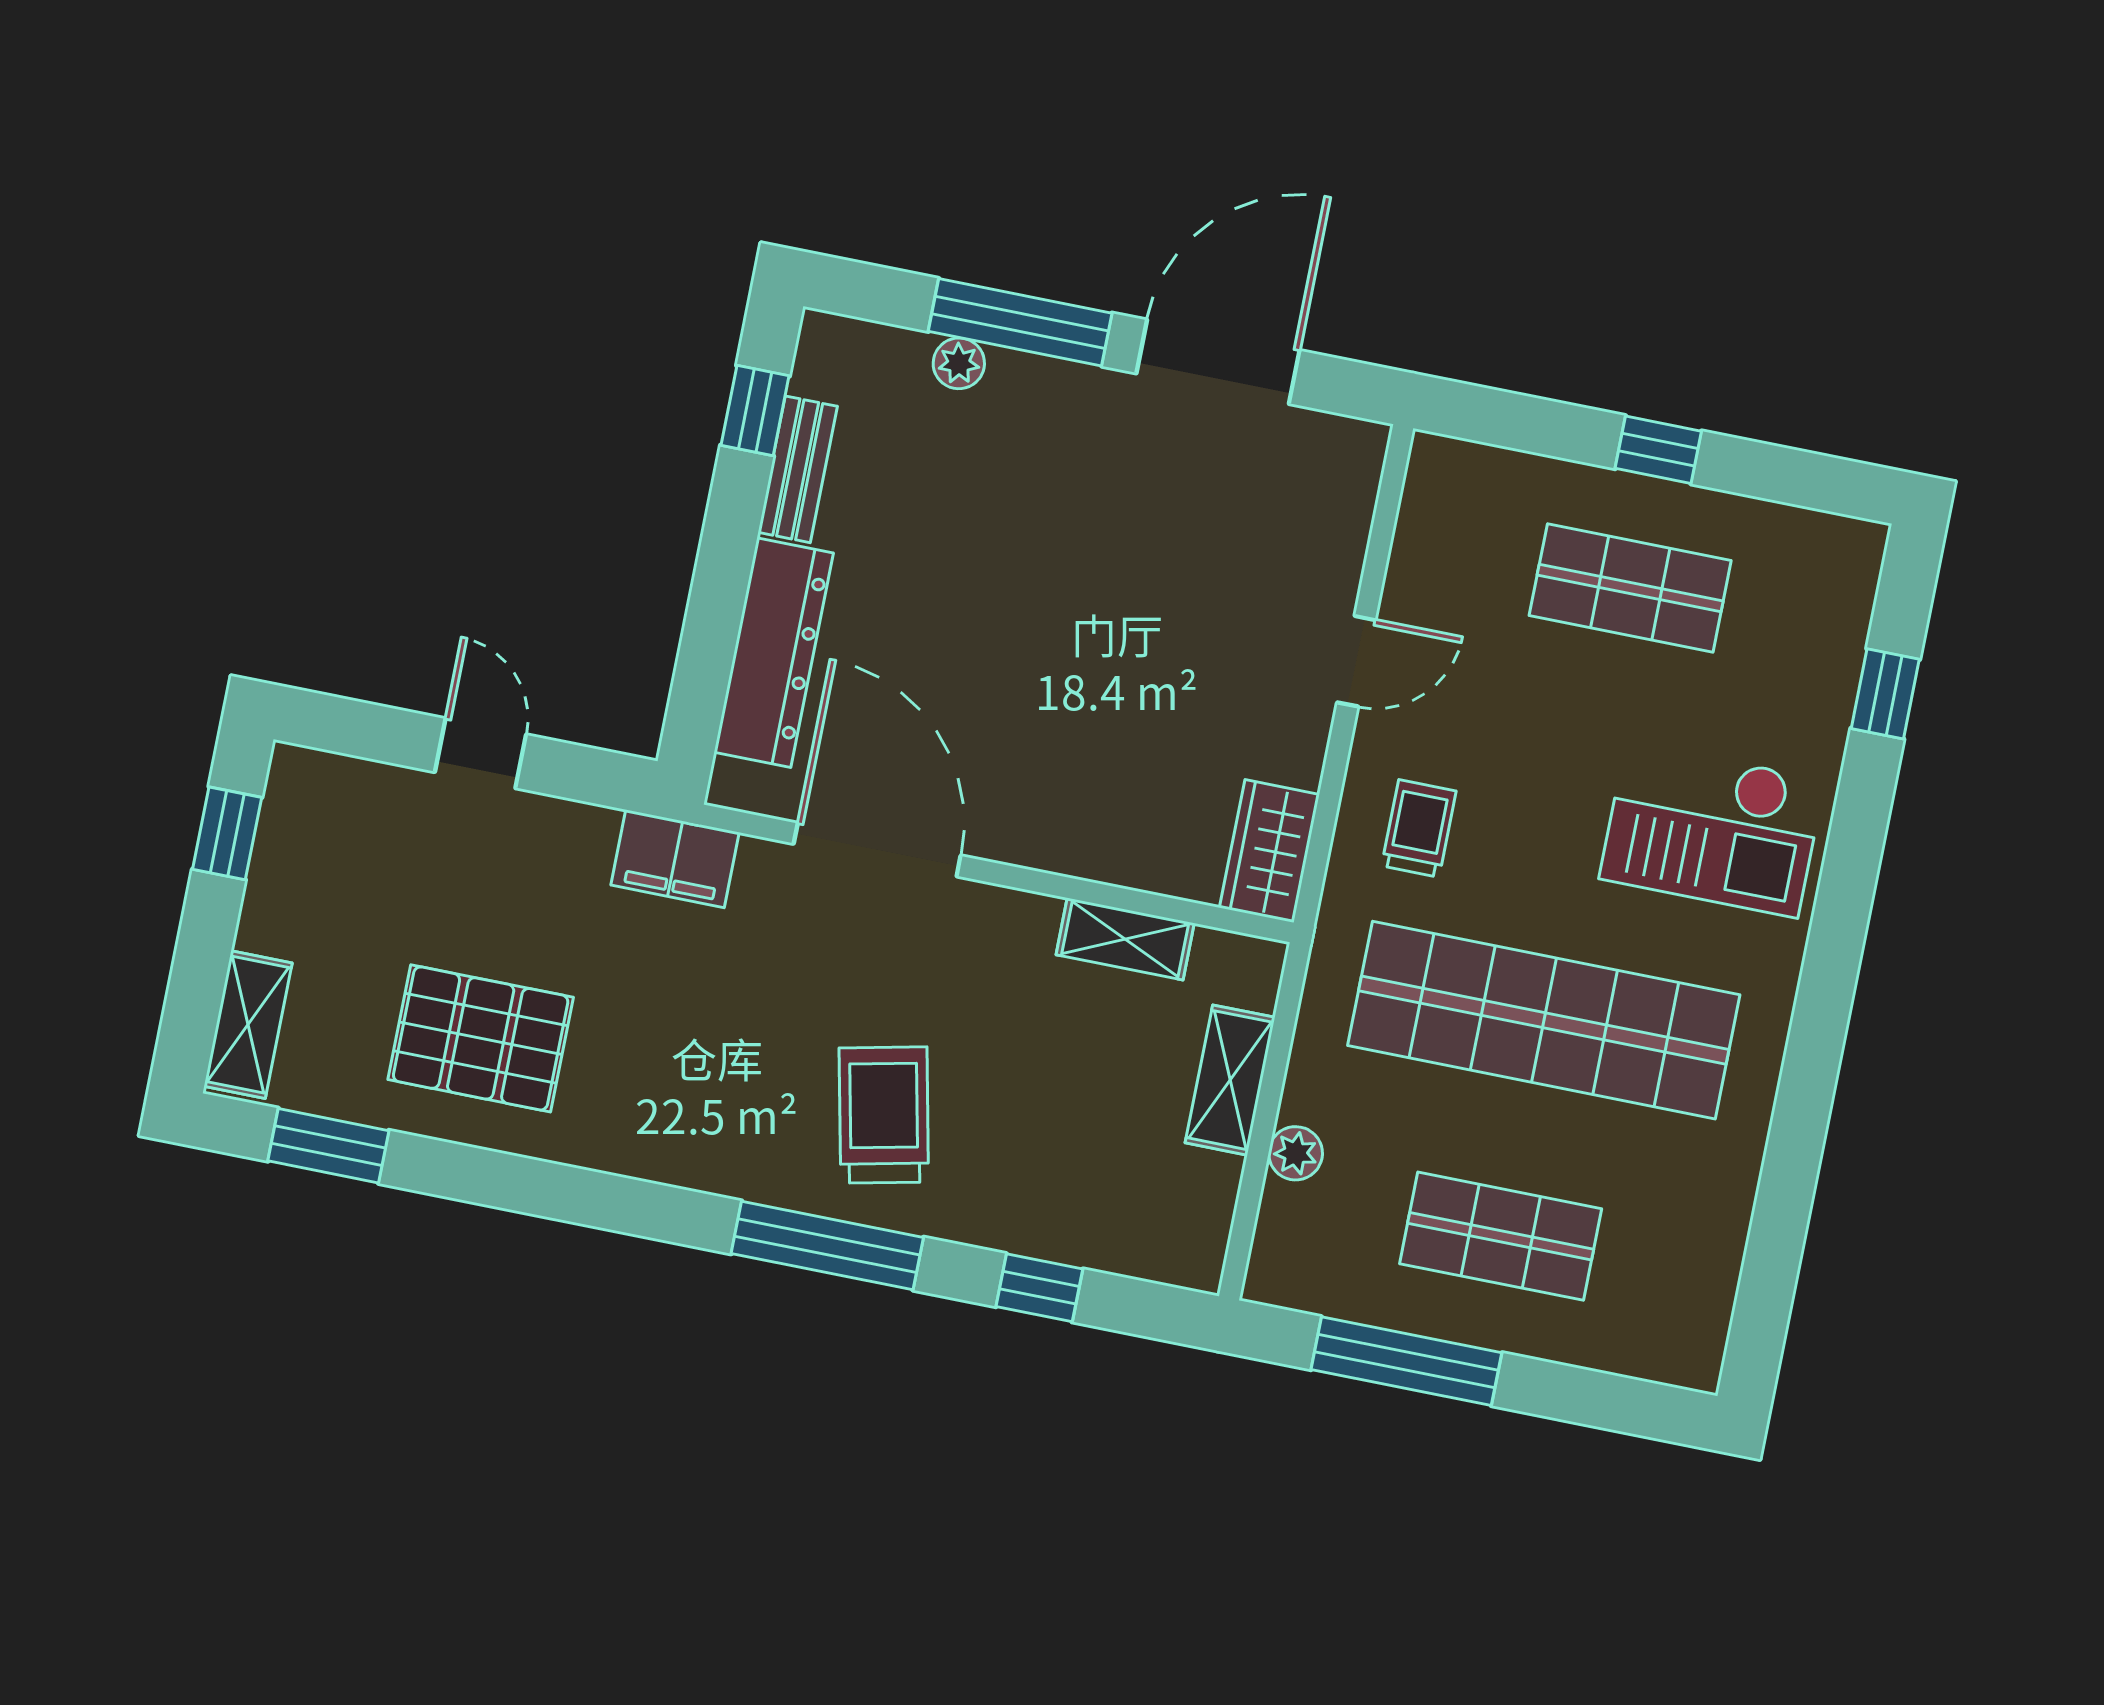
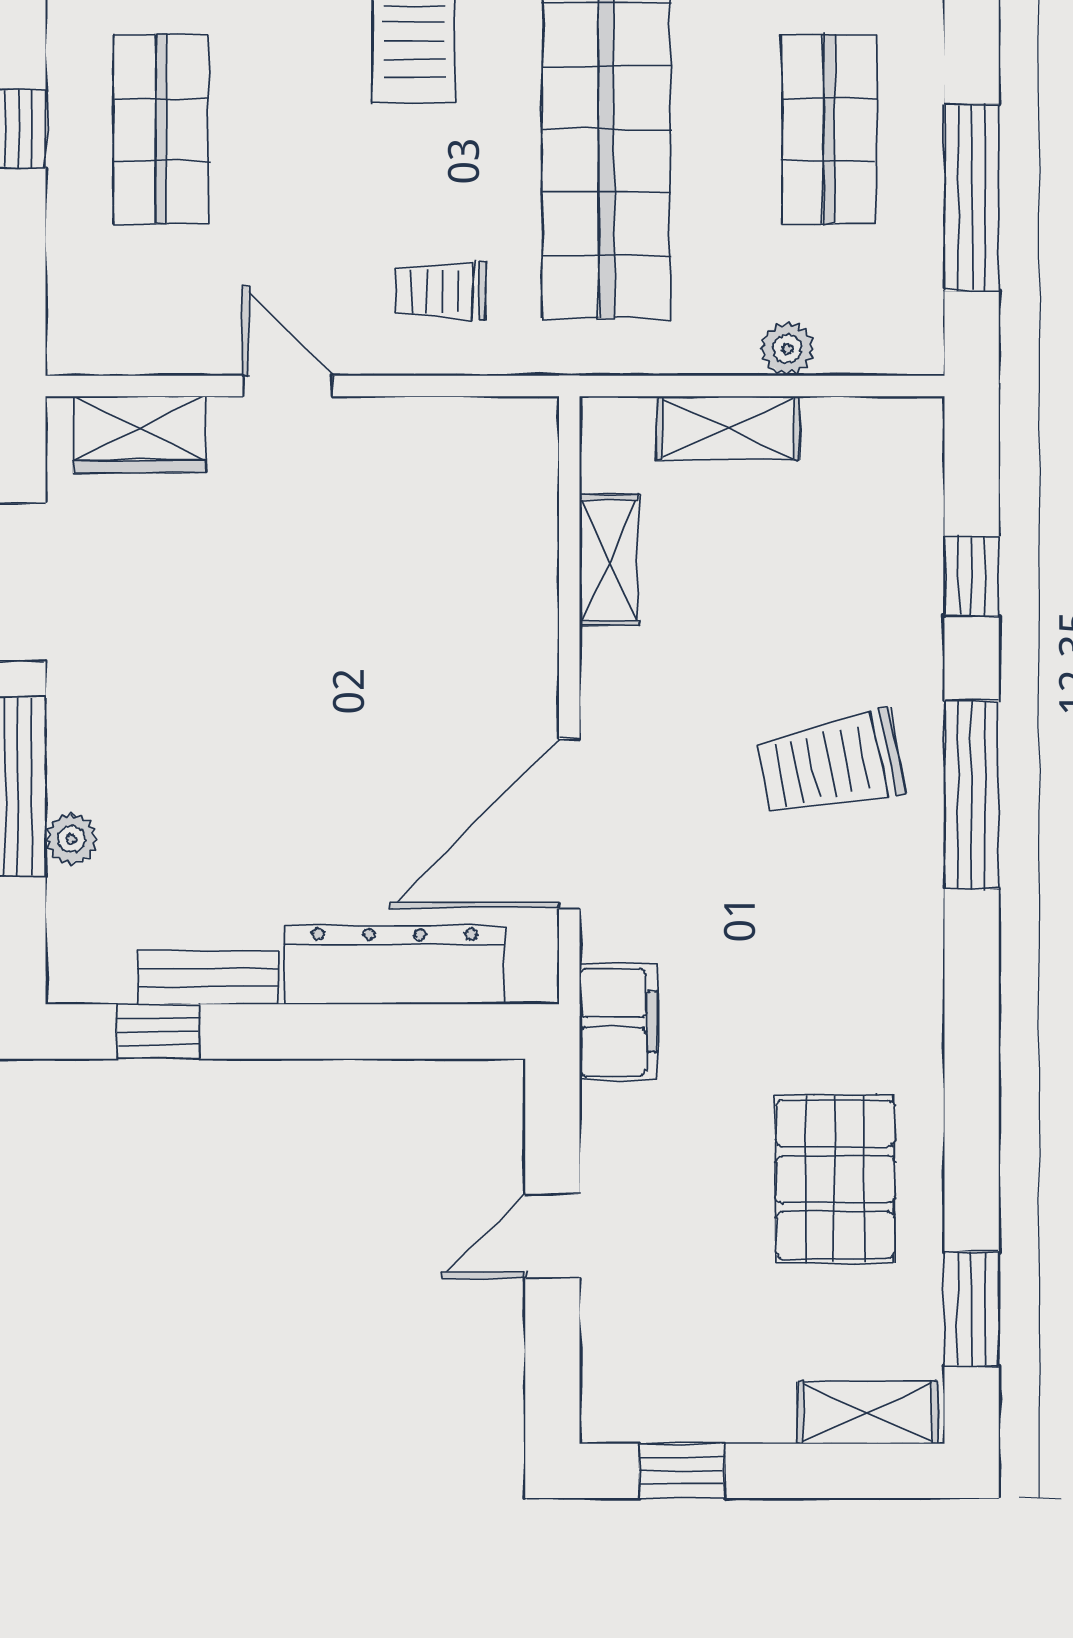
wardrobe: (1269, 851) -> (139, 434), moved

